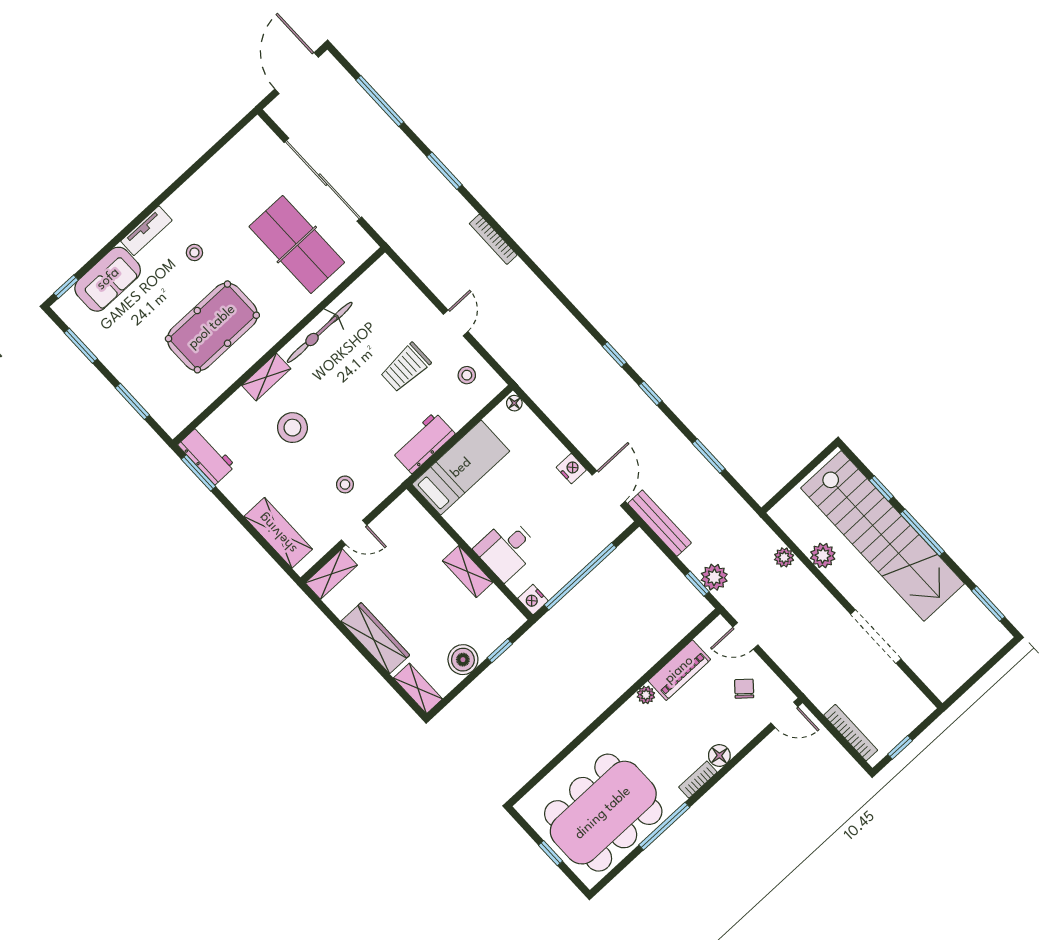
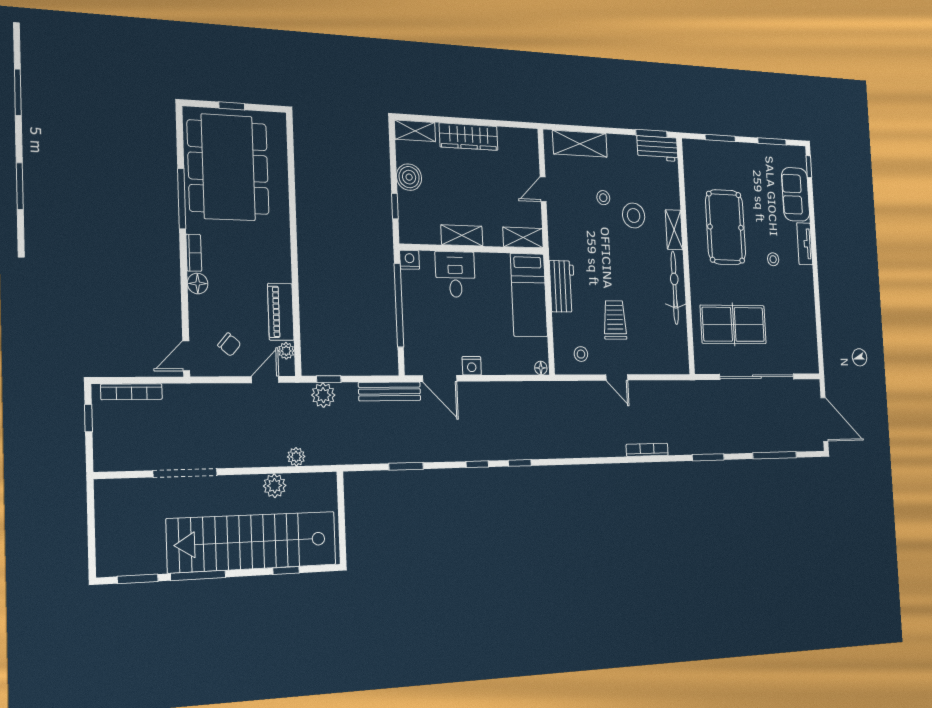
stool: (345, 484) -> (603, 198), moved
window: (922, 533) -> (198, 575), moved
shelving: (331, 574) -> (523, 237), moved, turned 90
plant: (646, 695) -> (286, 351), moved

